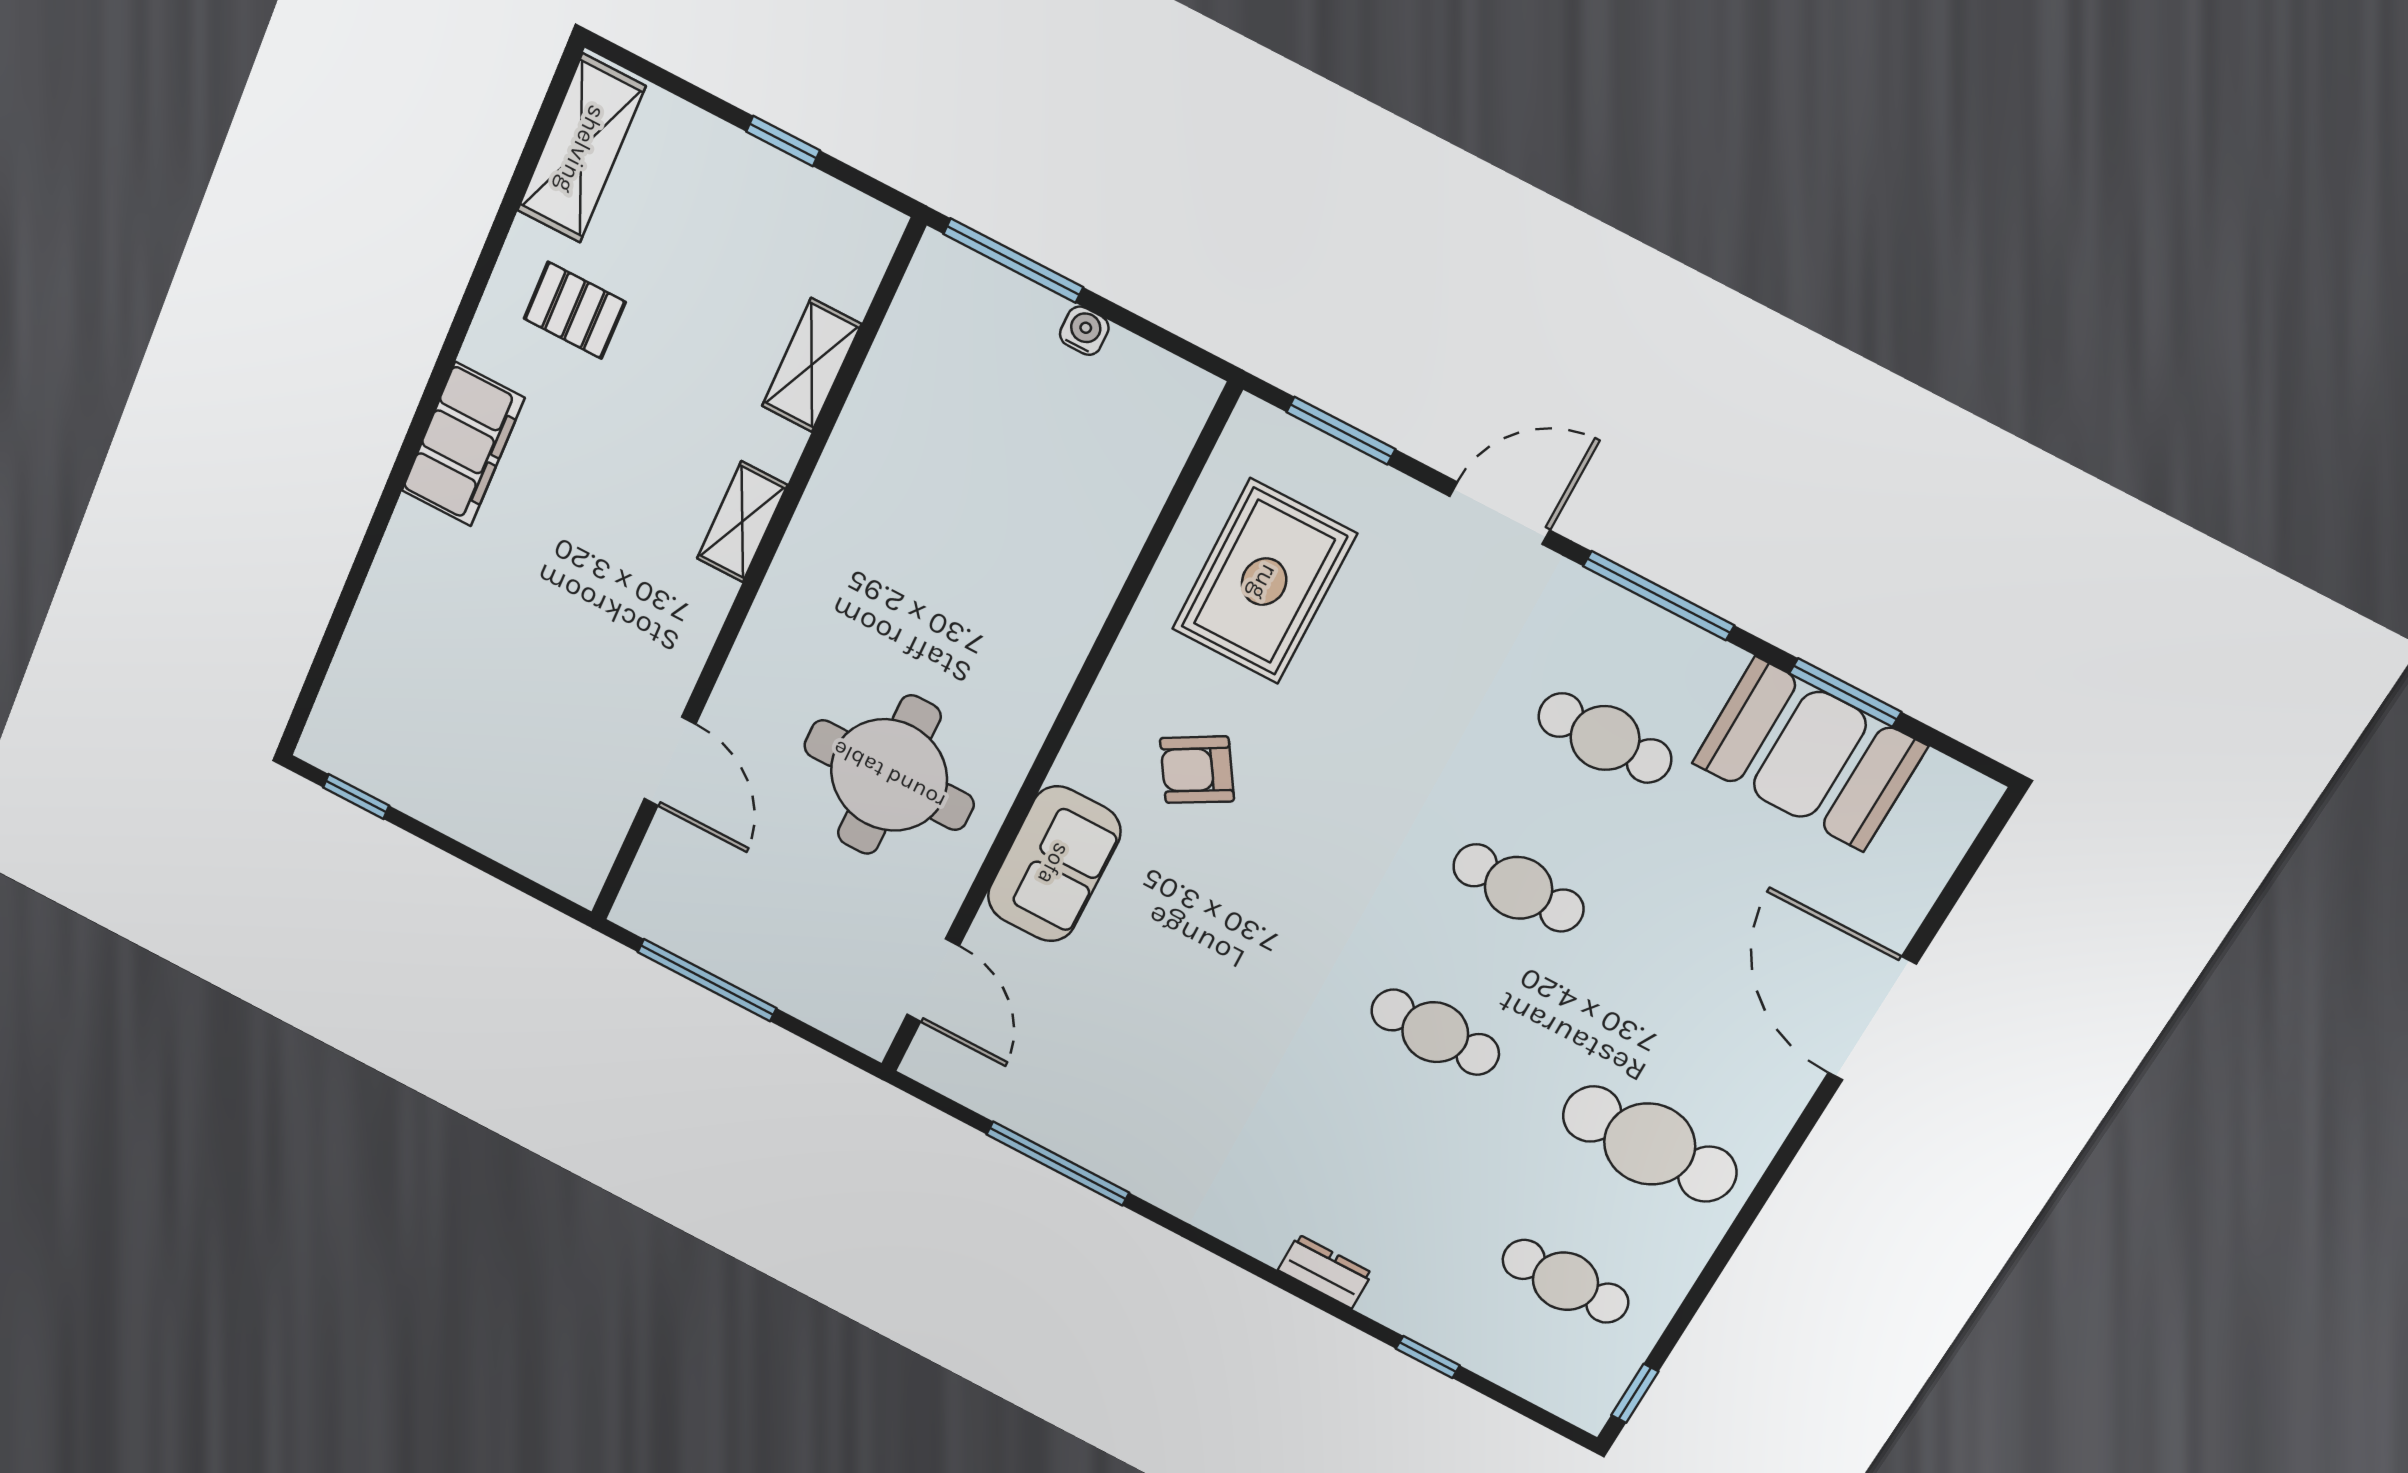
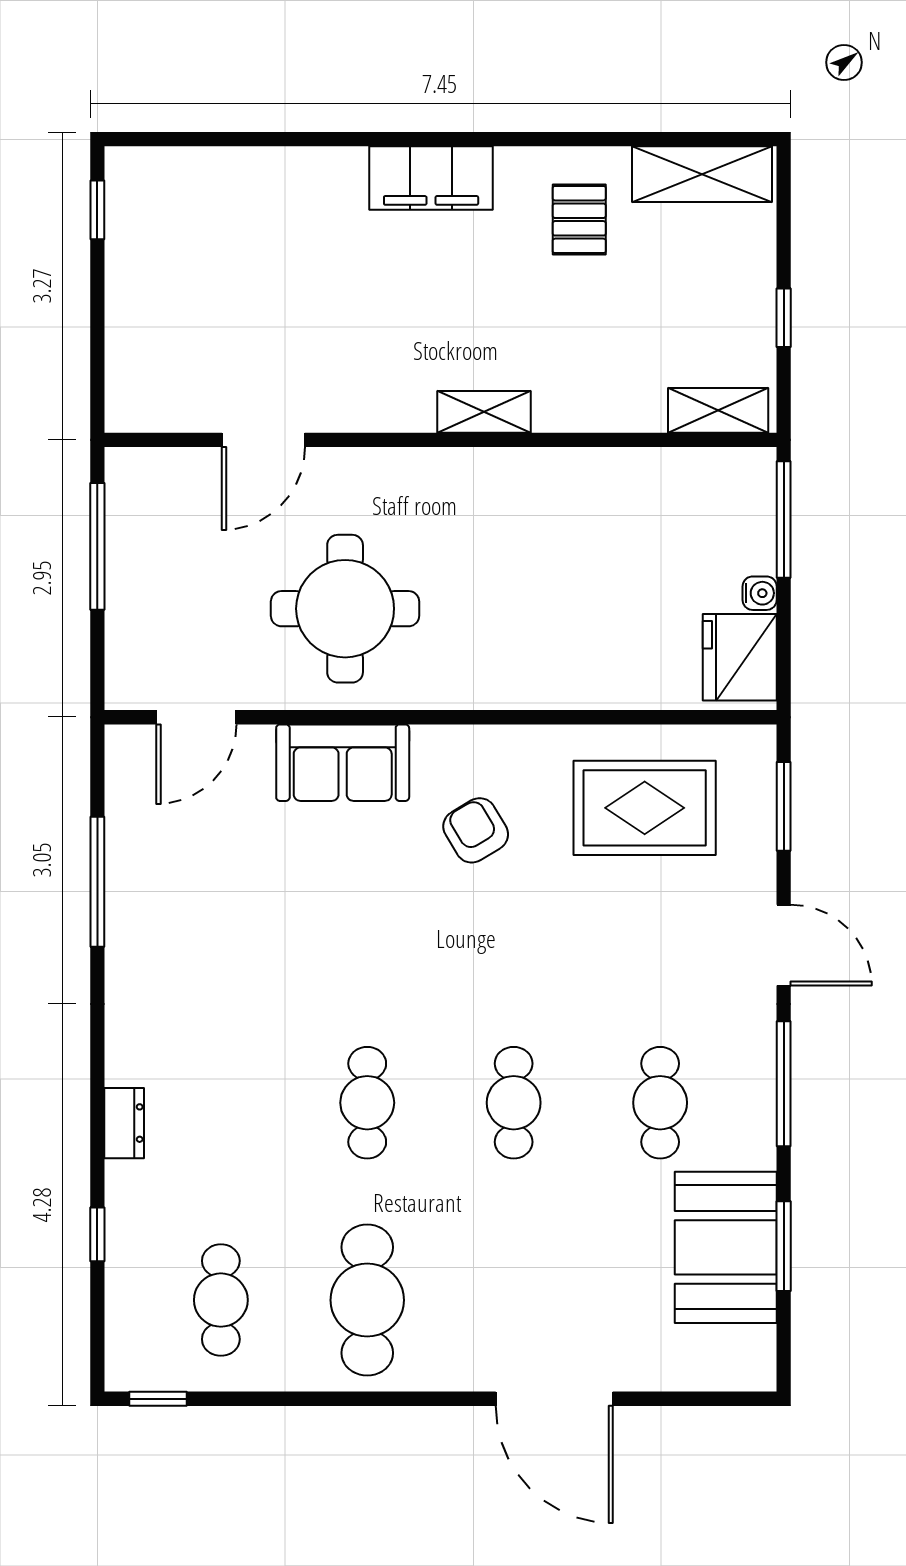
shelving: (812, 365) -> (718, 410), moved
fridge: (1146, 391) -> (740, 657), added
door: (1872, 1019) -> (554, 1399), swing flipped

